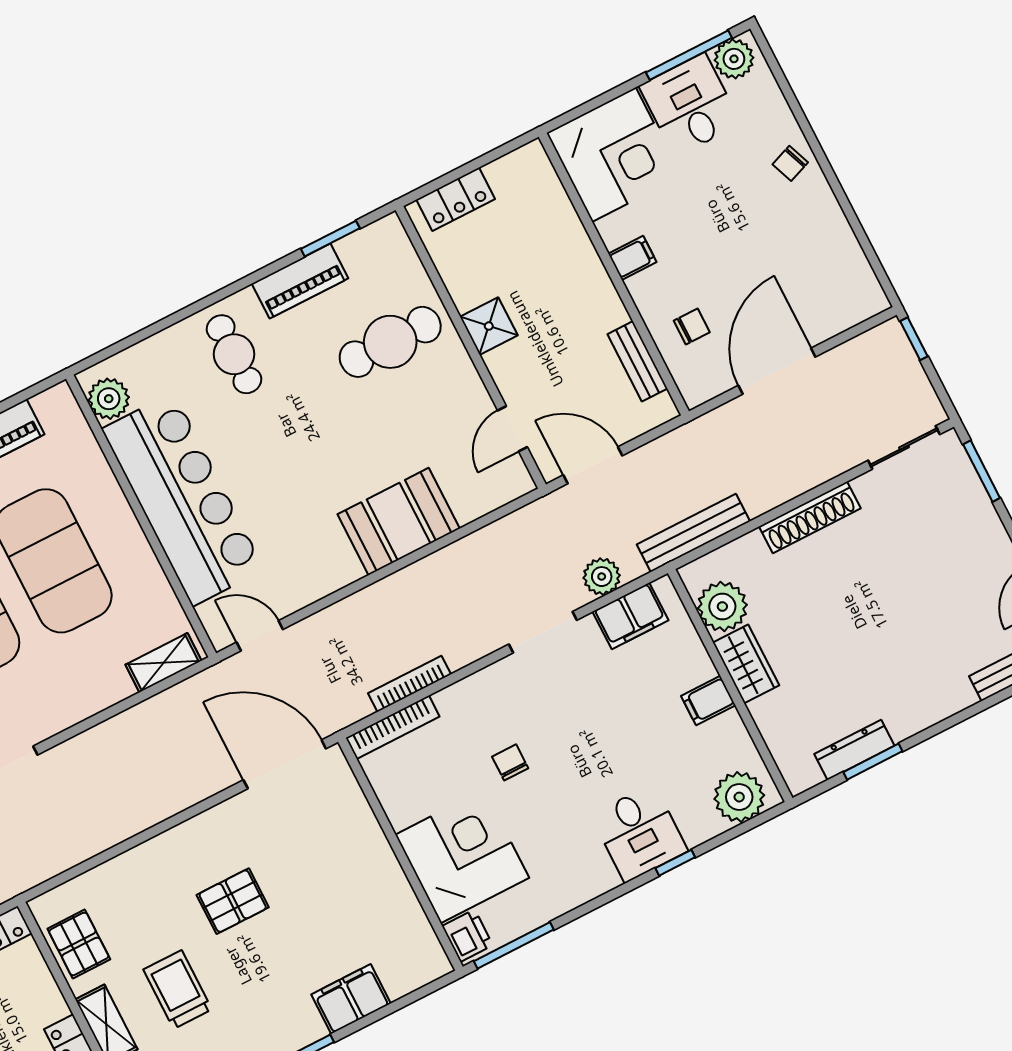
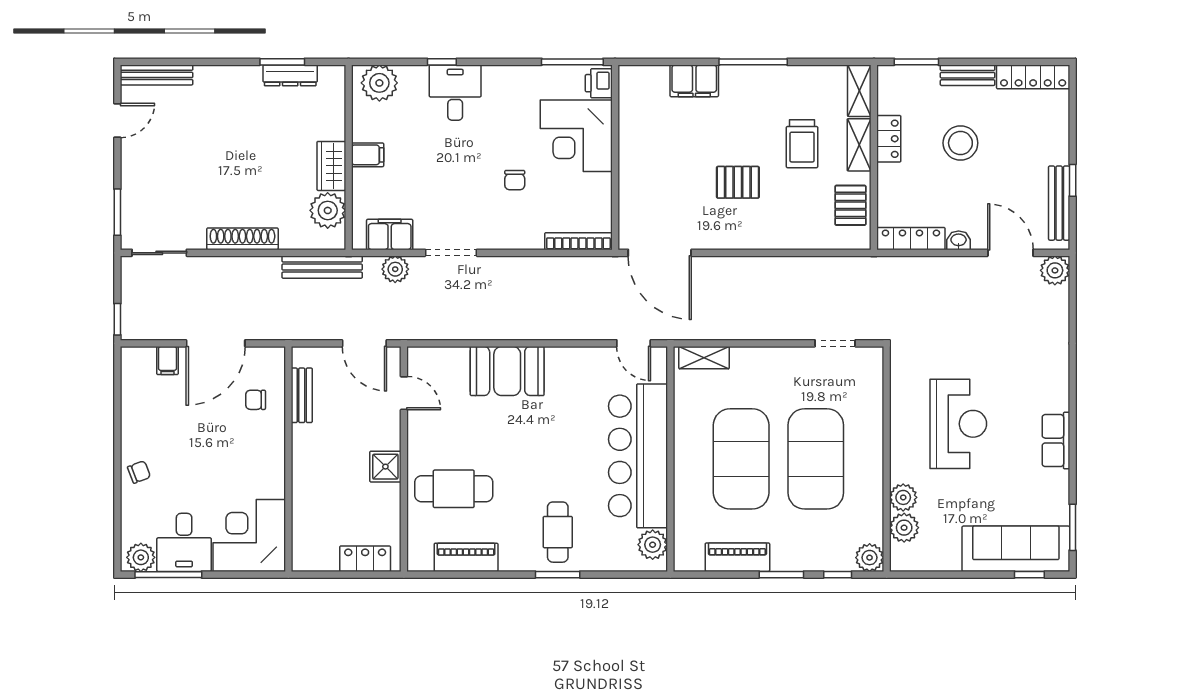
window: (330, 239) -> (558, 575), moved
filing cabinet: (632, 258) -> (167, 361), moved, turned -90
piano: (300, 281) -> (466, 557), moved
door: (512, 429) -> (404, 393), hinge flipped
bookcase: (410, 684) -> (553, 263), removed

